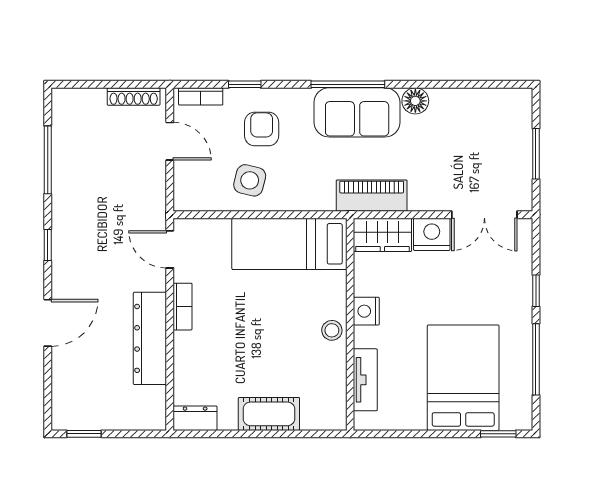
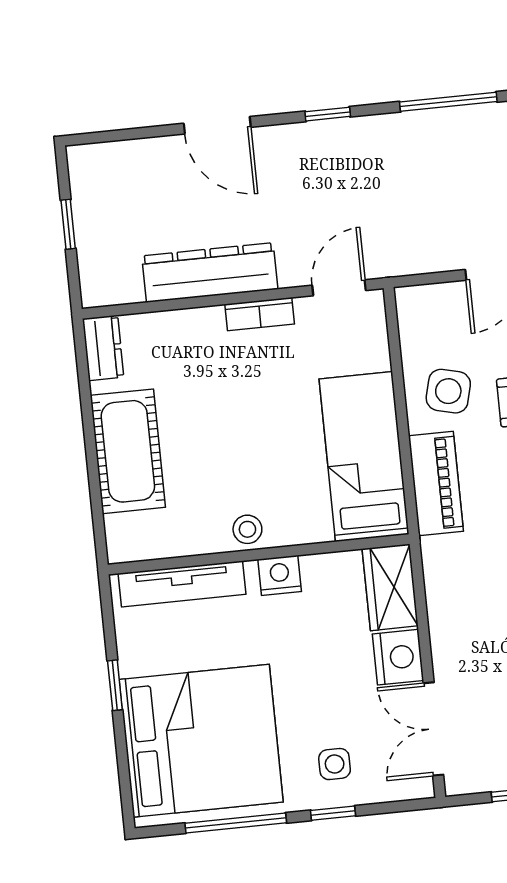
piano: (372, 196) -> (436, 484), moved
side table: (502, 286) -> (335, 764), added
bed: (463, 378) -> (201, 741), width x1.36
tv unit: (365, 380) -> (182, 584), width x1.41
cot: (269, 414) -> (128, 451), width x1.37, depth x1.34
window: (84, 434) -> (68, 224), moved
window: (498, 434) -> (115, 685), moved

